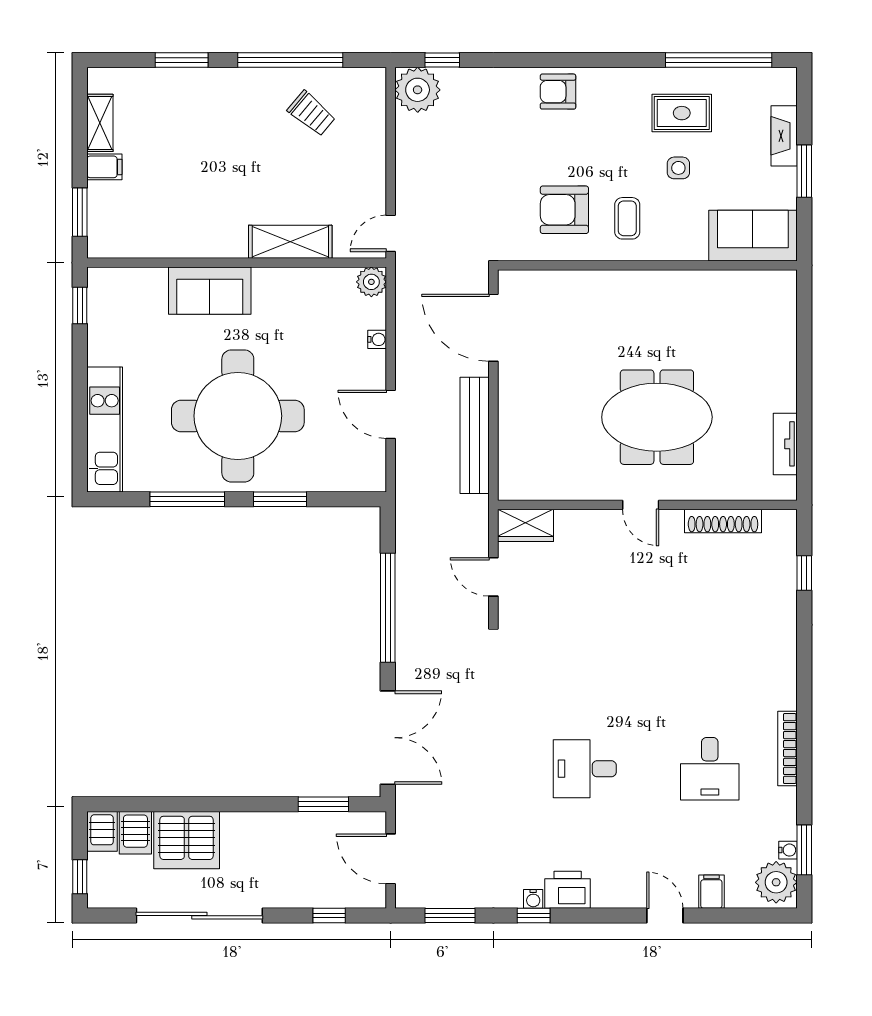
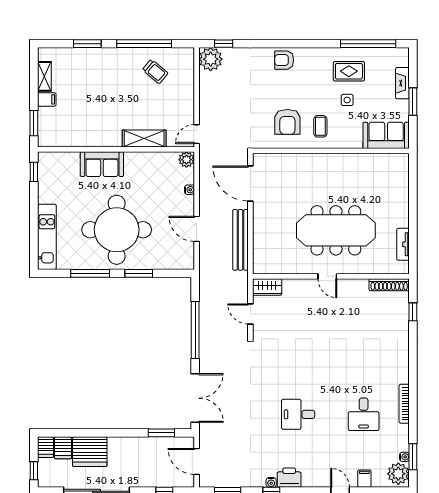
armchair: (564, 210) -> (287, 122), turned -90
meeting table: (657, 417) -> (336, 230), width x1.36
shoe rack: (723, 521) -> (389, 285), moved

